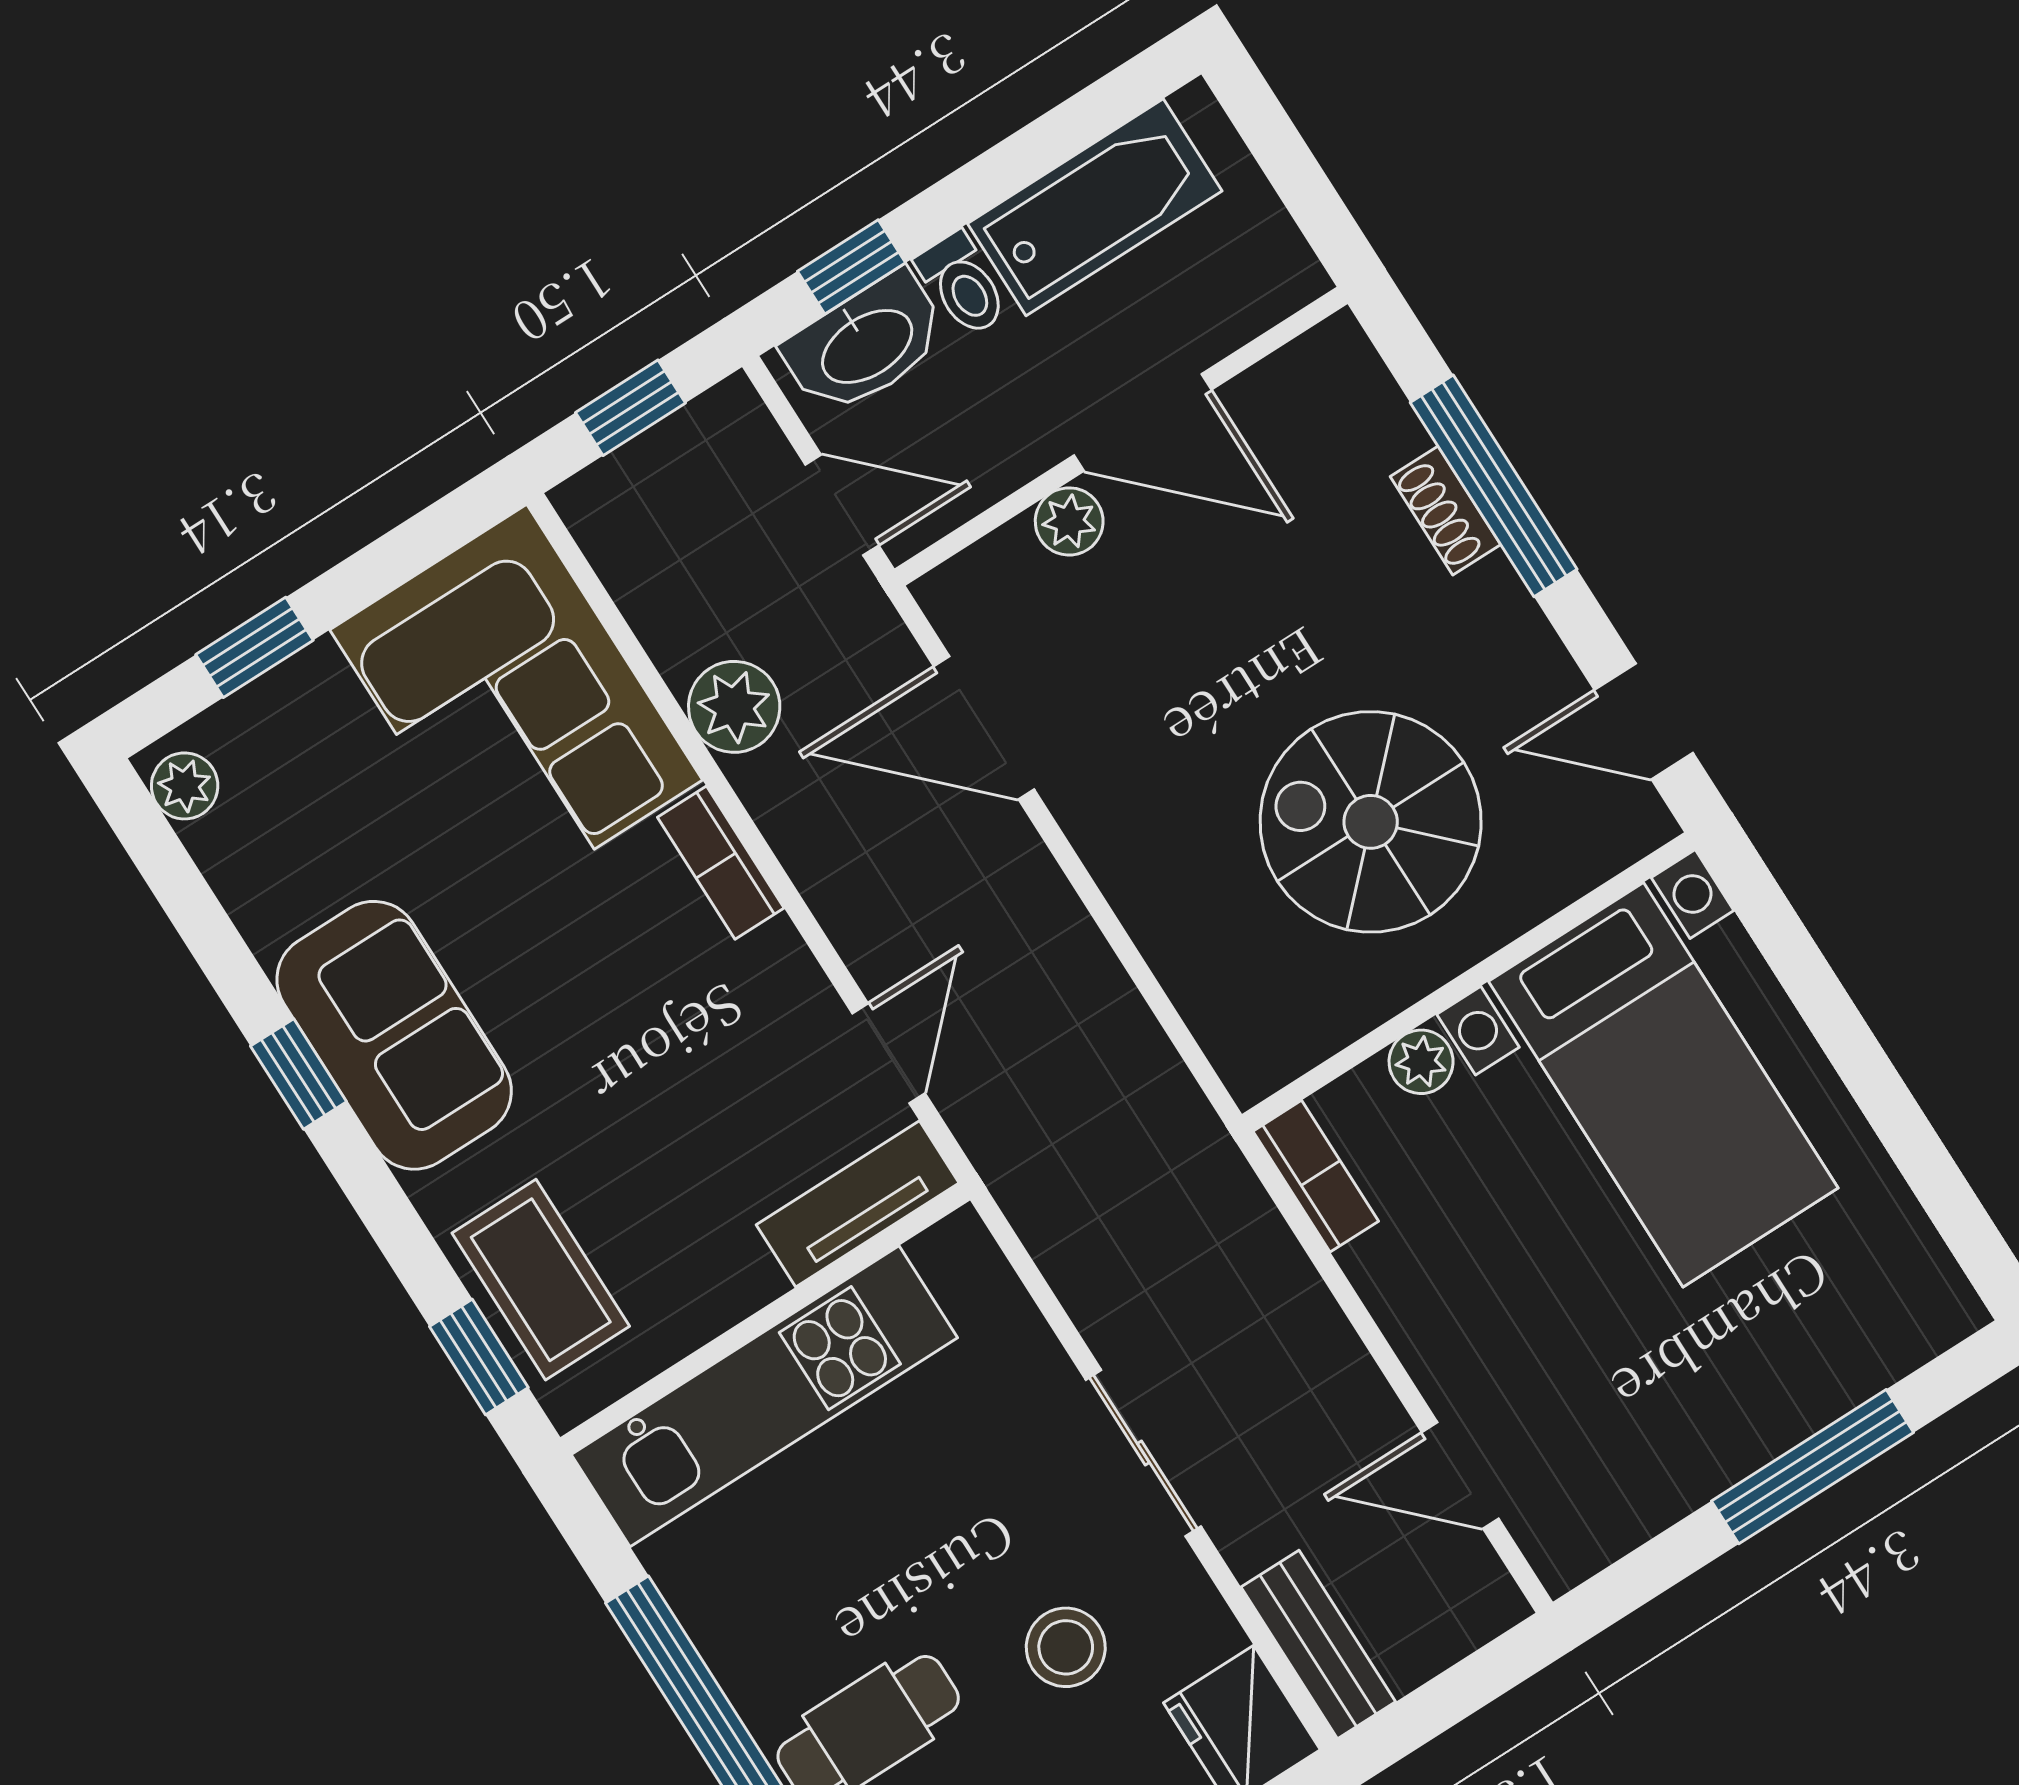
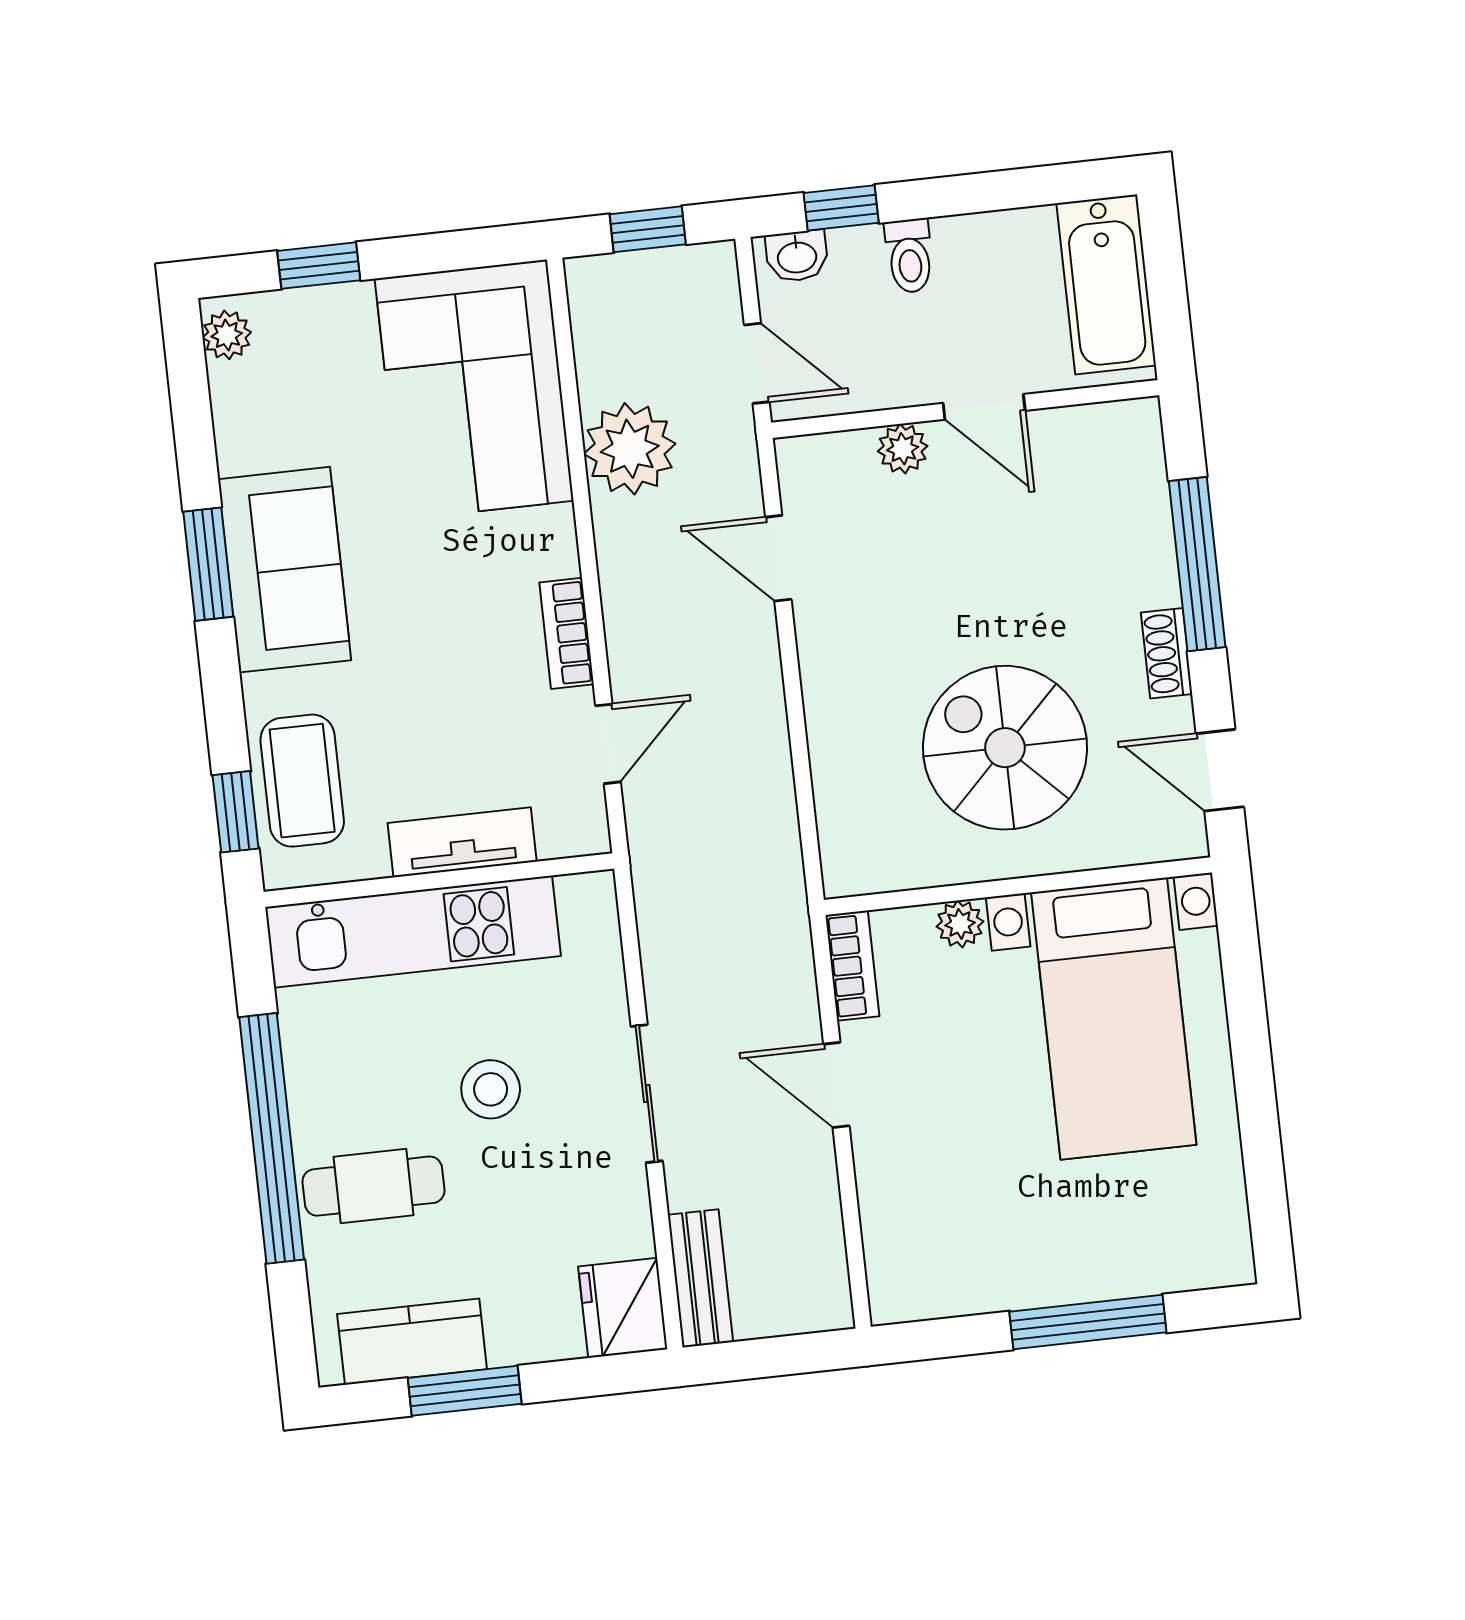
bathtub: (1095, 207) -> (1106, 284), moved, turned 90
washbasin: (866, 344) -> (797, 256), width x0.52, depth x0.69
door: (1143, 422) -> (984, 407), width x0.73
shoe rack: (1445, 511) -> (1167, 653), moved
plant: (734, 707) -> (630, 449), width x1.36, depth x1.36
door: (984, 728) -> (778, 558), width x0.73
bookcase: (721, 863) -> (567, 633), moved
window: (299, 1074) -> (208, 564), width x1.50
tv unit: (858, 1204) -> (462, 842), moved
door: (1460, 1476) -> (836, 1085), moved
stool: (1066, 1647) -> (491, 1089), moved

